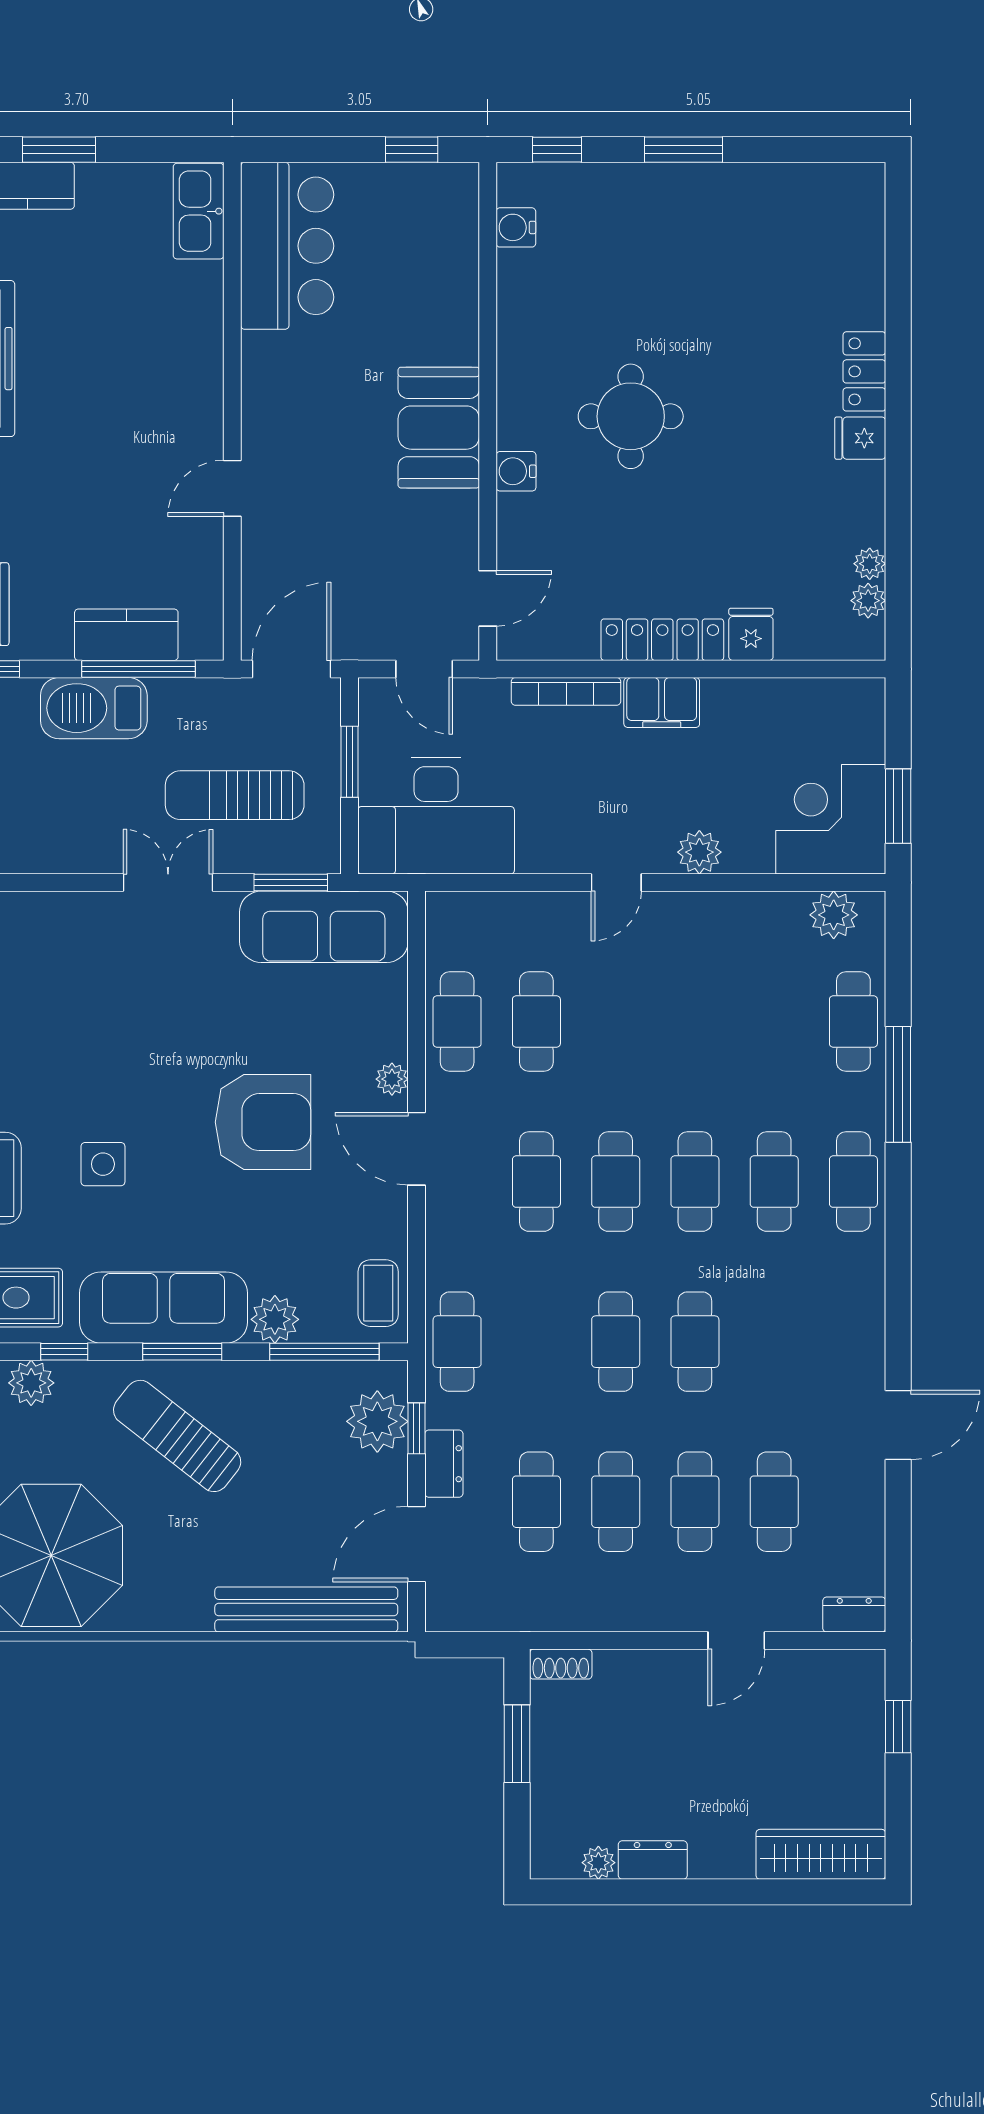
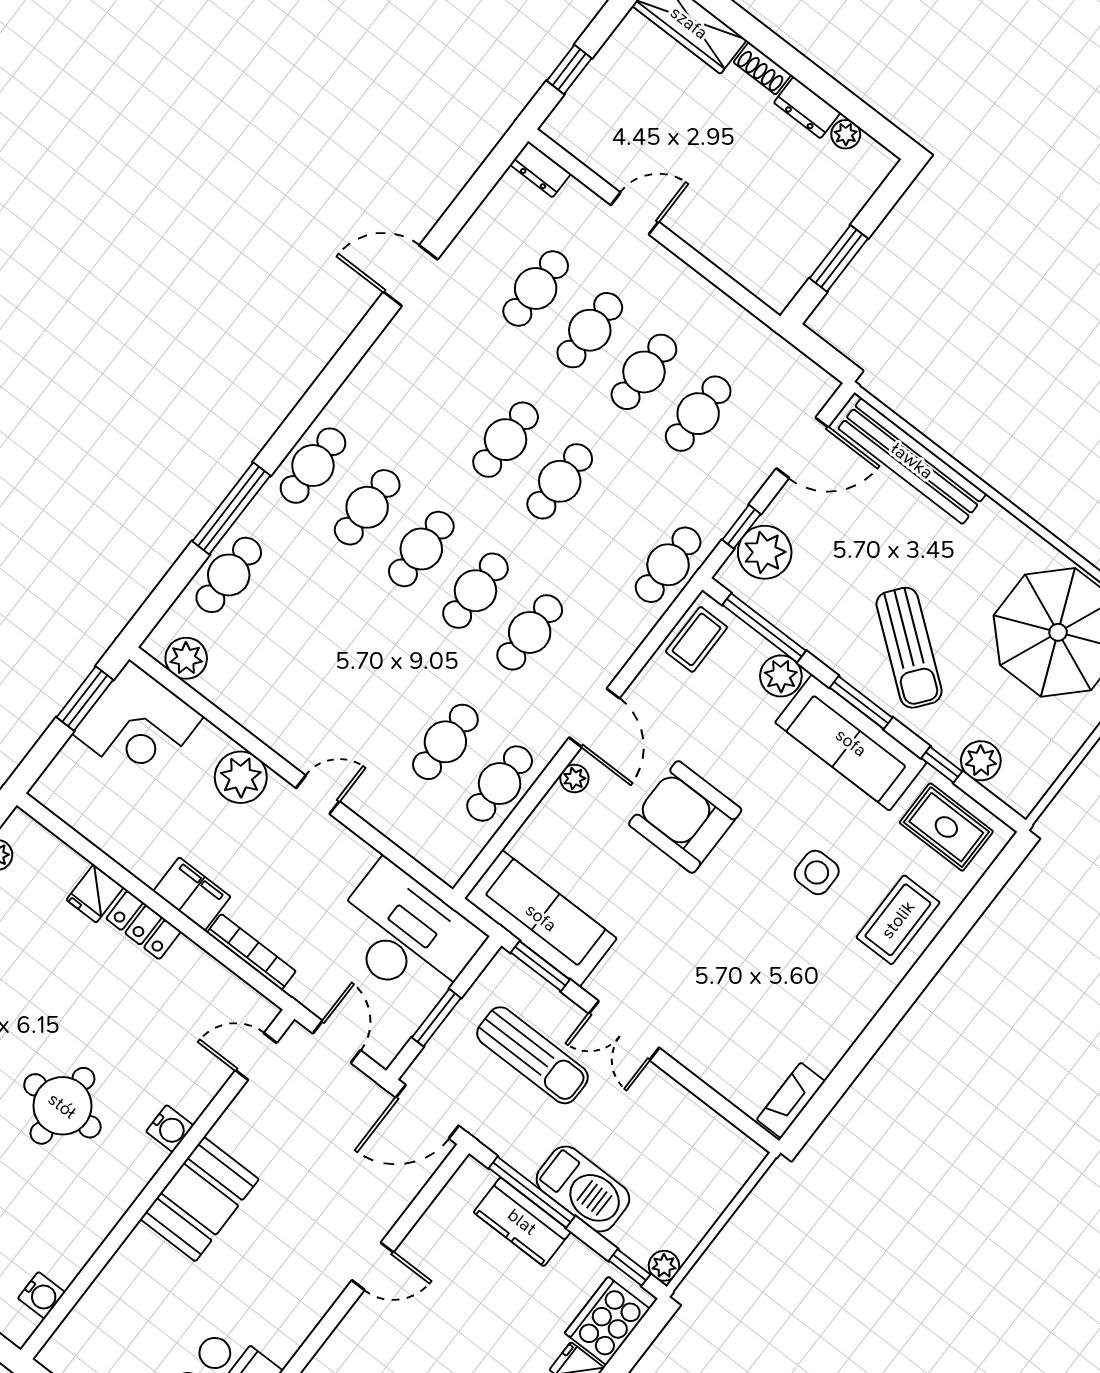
locker: (662, 640) -> (143, 925), width x0.66
plant: (699, 852) -> (241, 777), width x1.36, depth x1.36
dresser: (444, 1464) -> (741, 488), removed
shoe rack: (561, 1664) -> (762, 68), moved, turned 180

